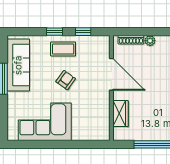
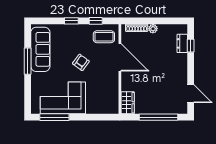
coffee table: (63, 49) -> (104, 37), moved
wardrobe: (120, 114) -> (128, 103), moved
window: (35, 144) -> (54, 117), added

